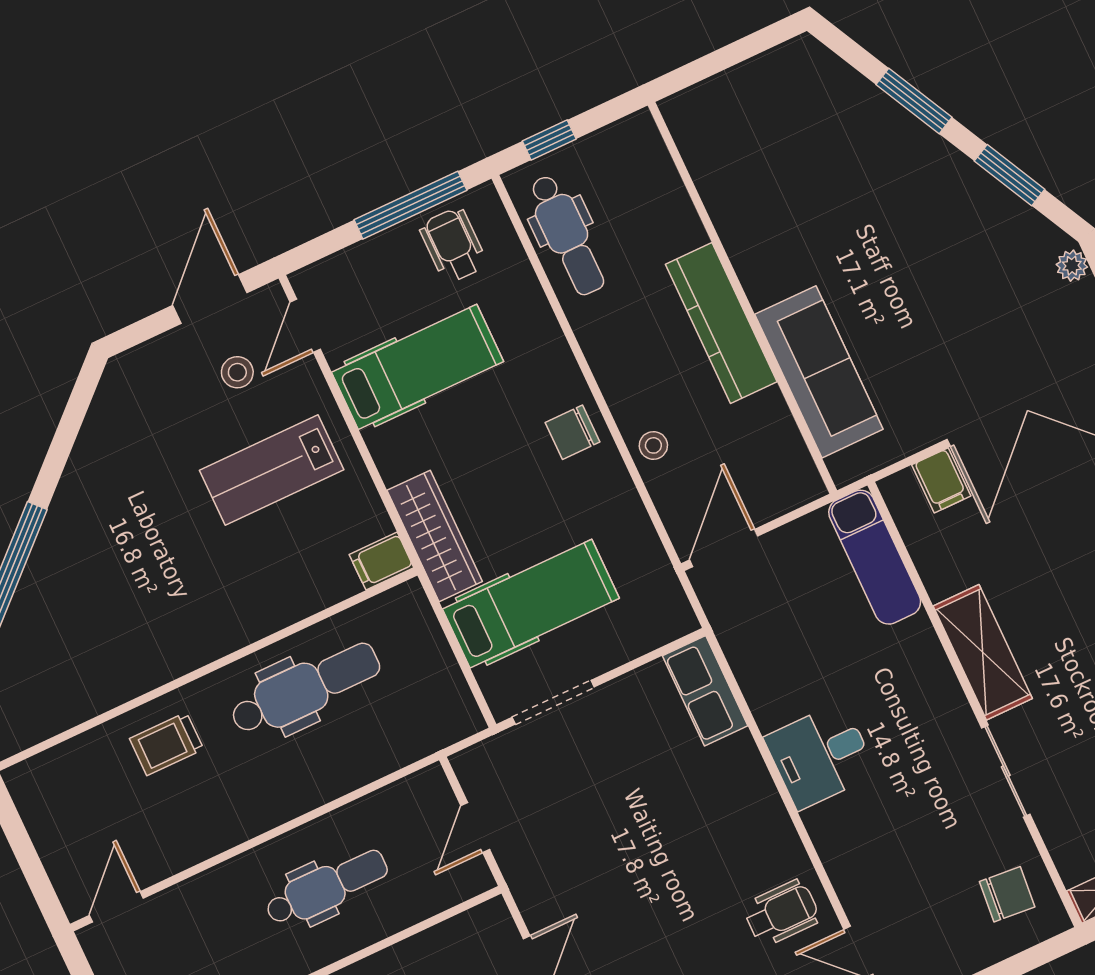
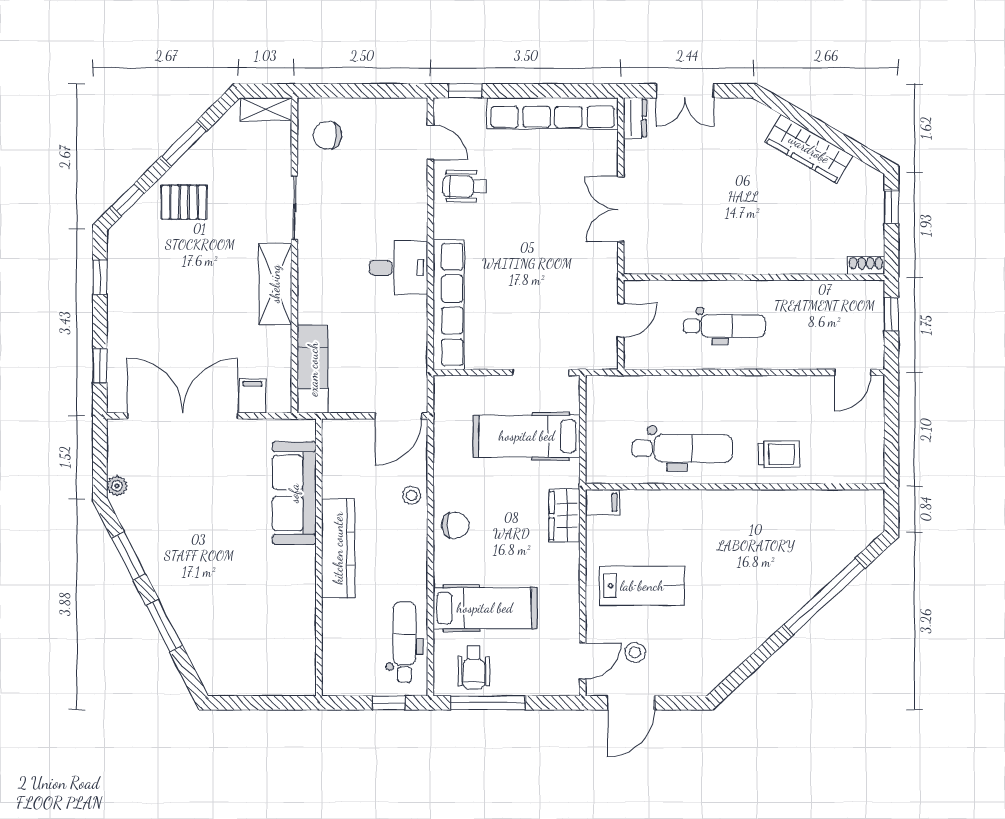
hospital bed: (418, 367) -> (485, 608), moved, turned 180
wardrobe: (435, 536) -> (565, 516), width x0.67
dental chair: (305, 689) -> (682, 448), turned 180
row of seats: (705, 691) -> (449, 305), width x2.02
dental chair: (327, 887) -> (724, 326), turned 180

